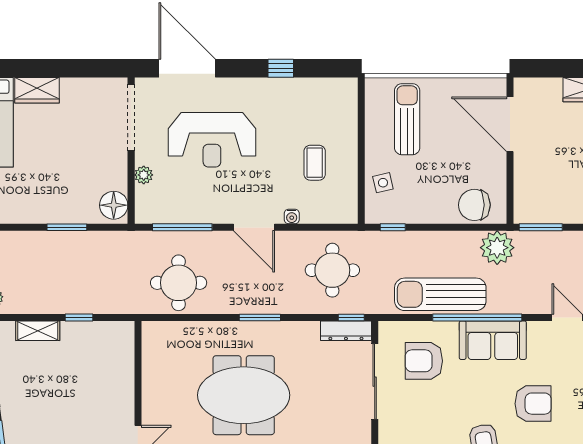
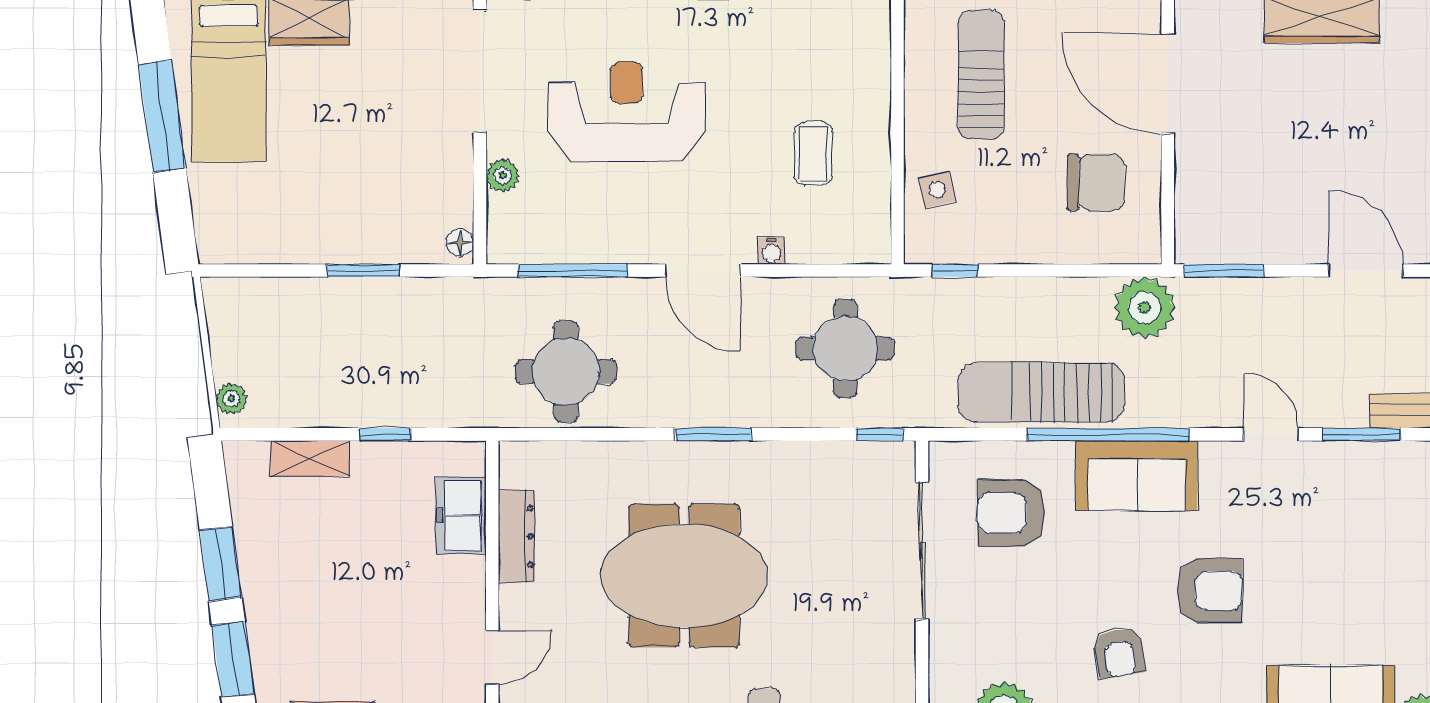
reception desk: (212, 140) -> (627, 112), turned 180
floor lamp: (114, 205) -> (460, 243), width x0.53, depth x0.53
chair: (474, 205) -> (1096, 182), moved, turned 180
dresser: (346, 331) -> (516, 536), moved, turned -90
freezer: (121, 362) -> (461, 515), added

